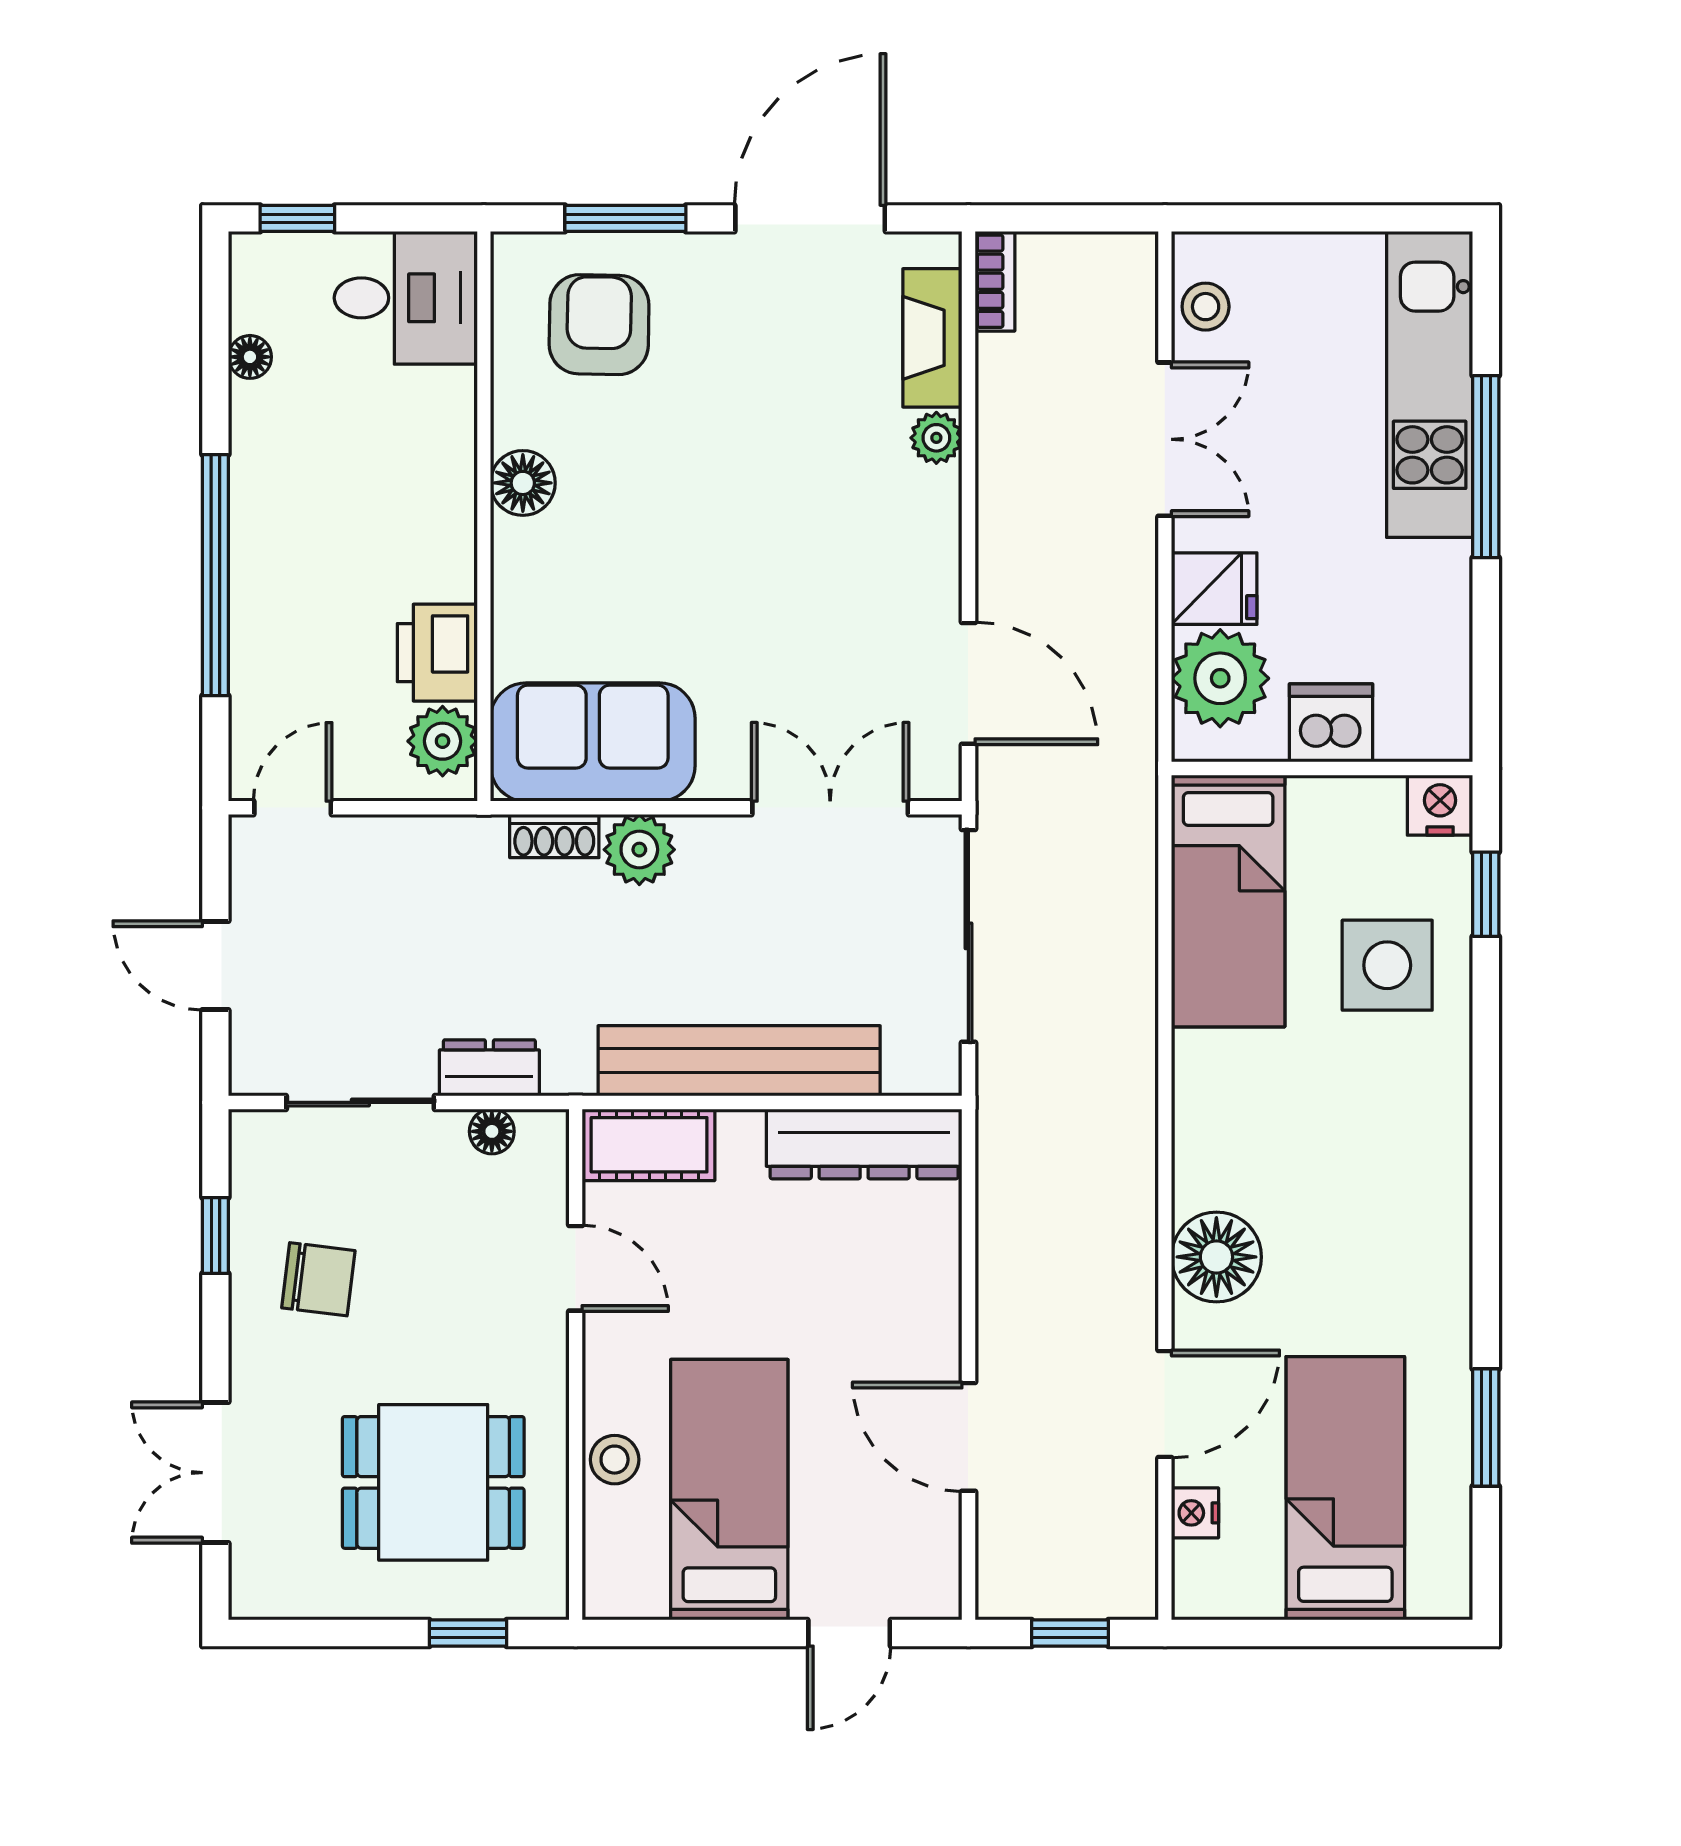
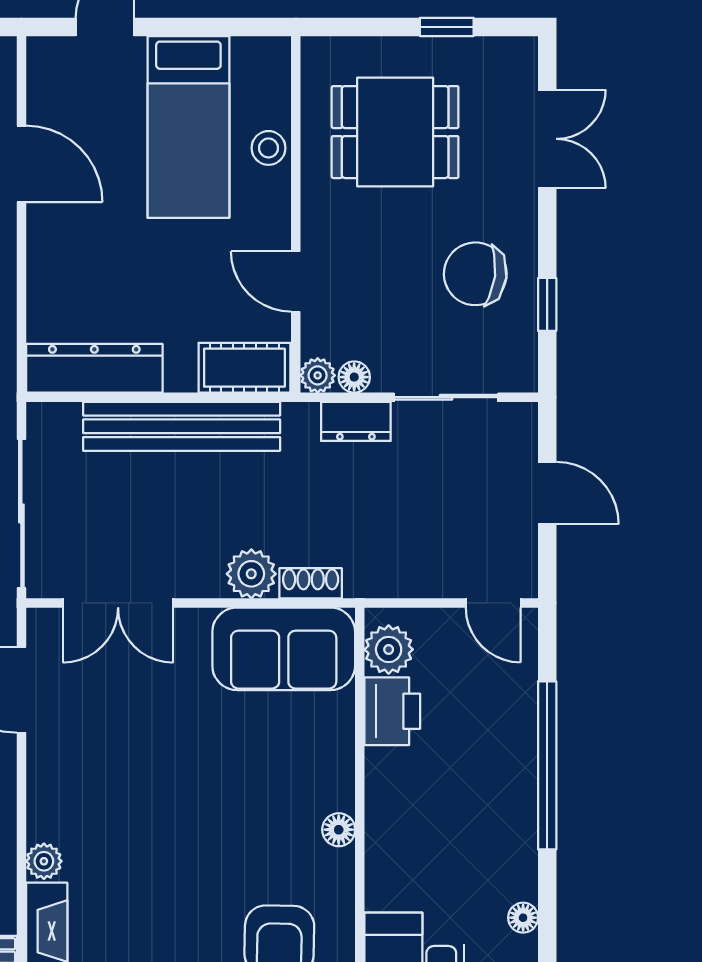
floor lamp: (523, 483) -> (339, 830), width x0.73, depth x0.73
door: (293, 808) -> (493, 603), hinge flipped
plant: (544, 1134) -> (318, 375), added
chair: (318, 1279) -> (475, 274), width x1.37, depth x1.37
window: (468, 1633) -> (447, 27), moved

